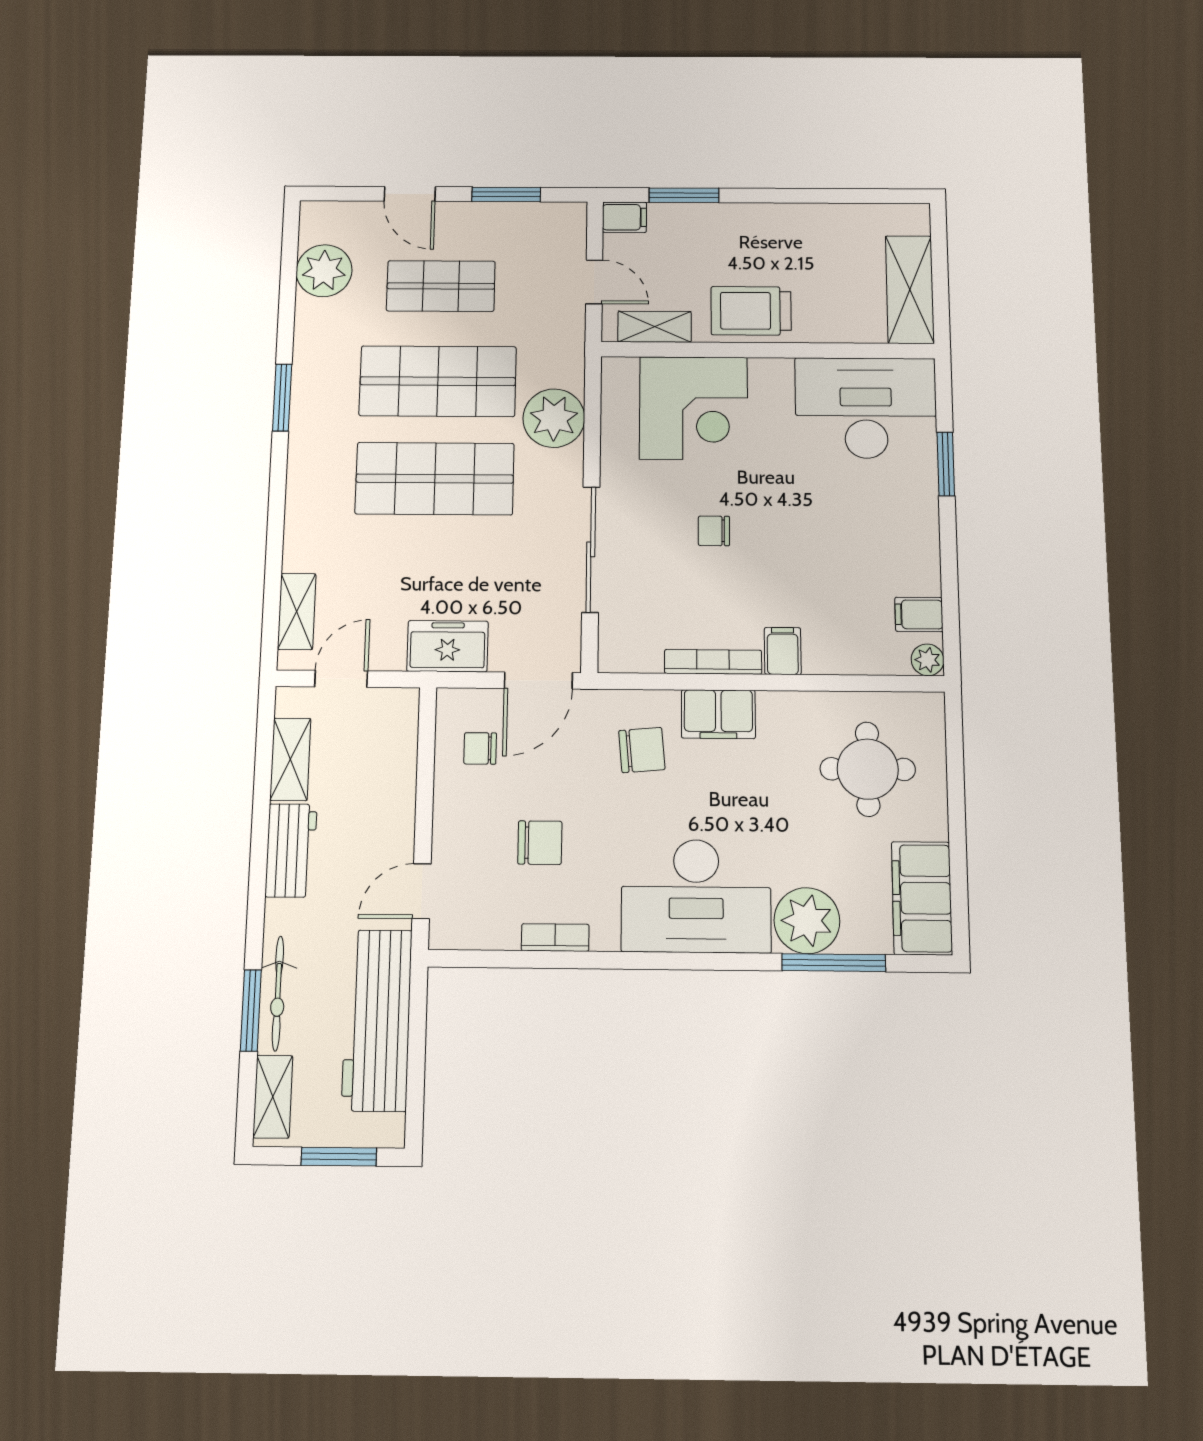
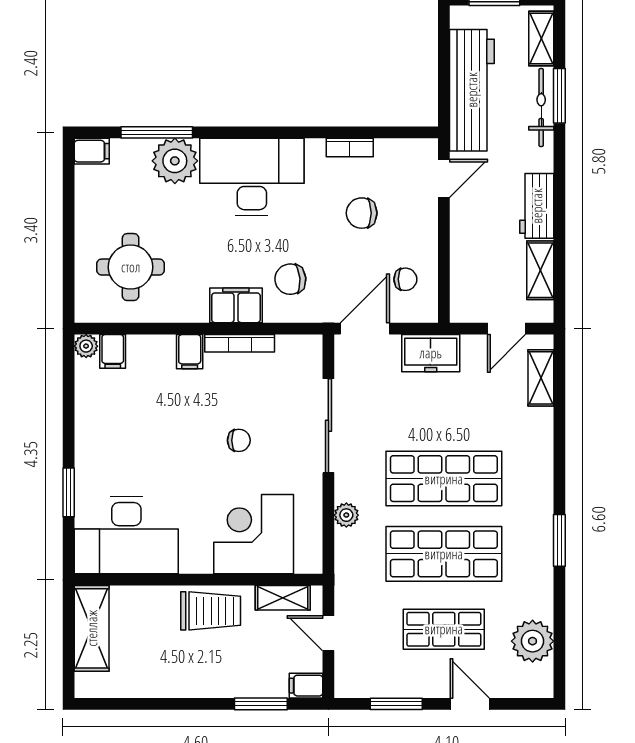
plant: (554, 418) -> (346, 515), width x0.53, depth x0.53
filing cabinet: (919, 614) -> (113, 351), moved, turned 90
filing cabinet: (922, 898) -> (92, 151), width x0.33, depth x0.86

